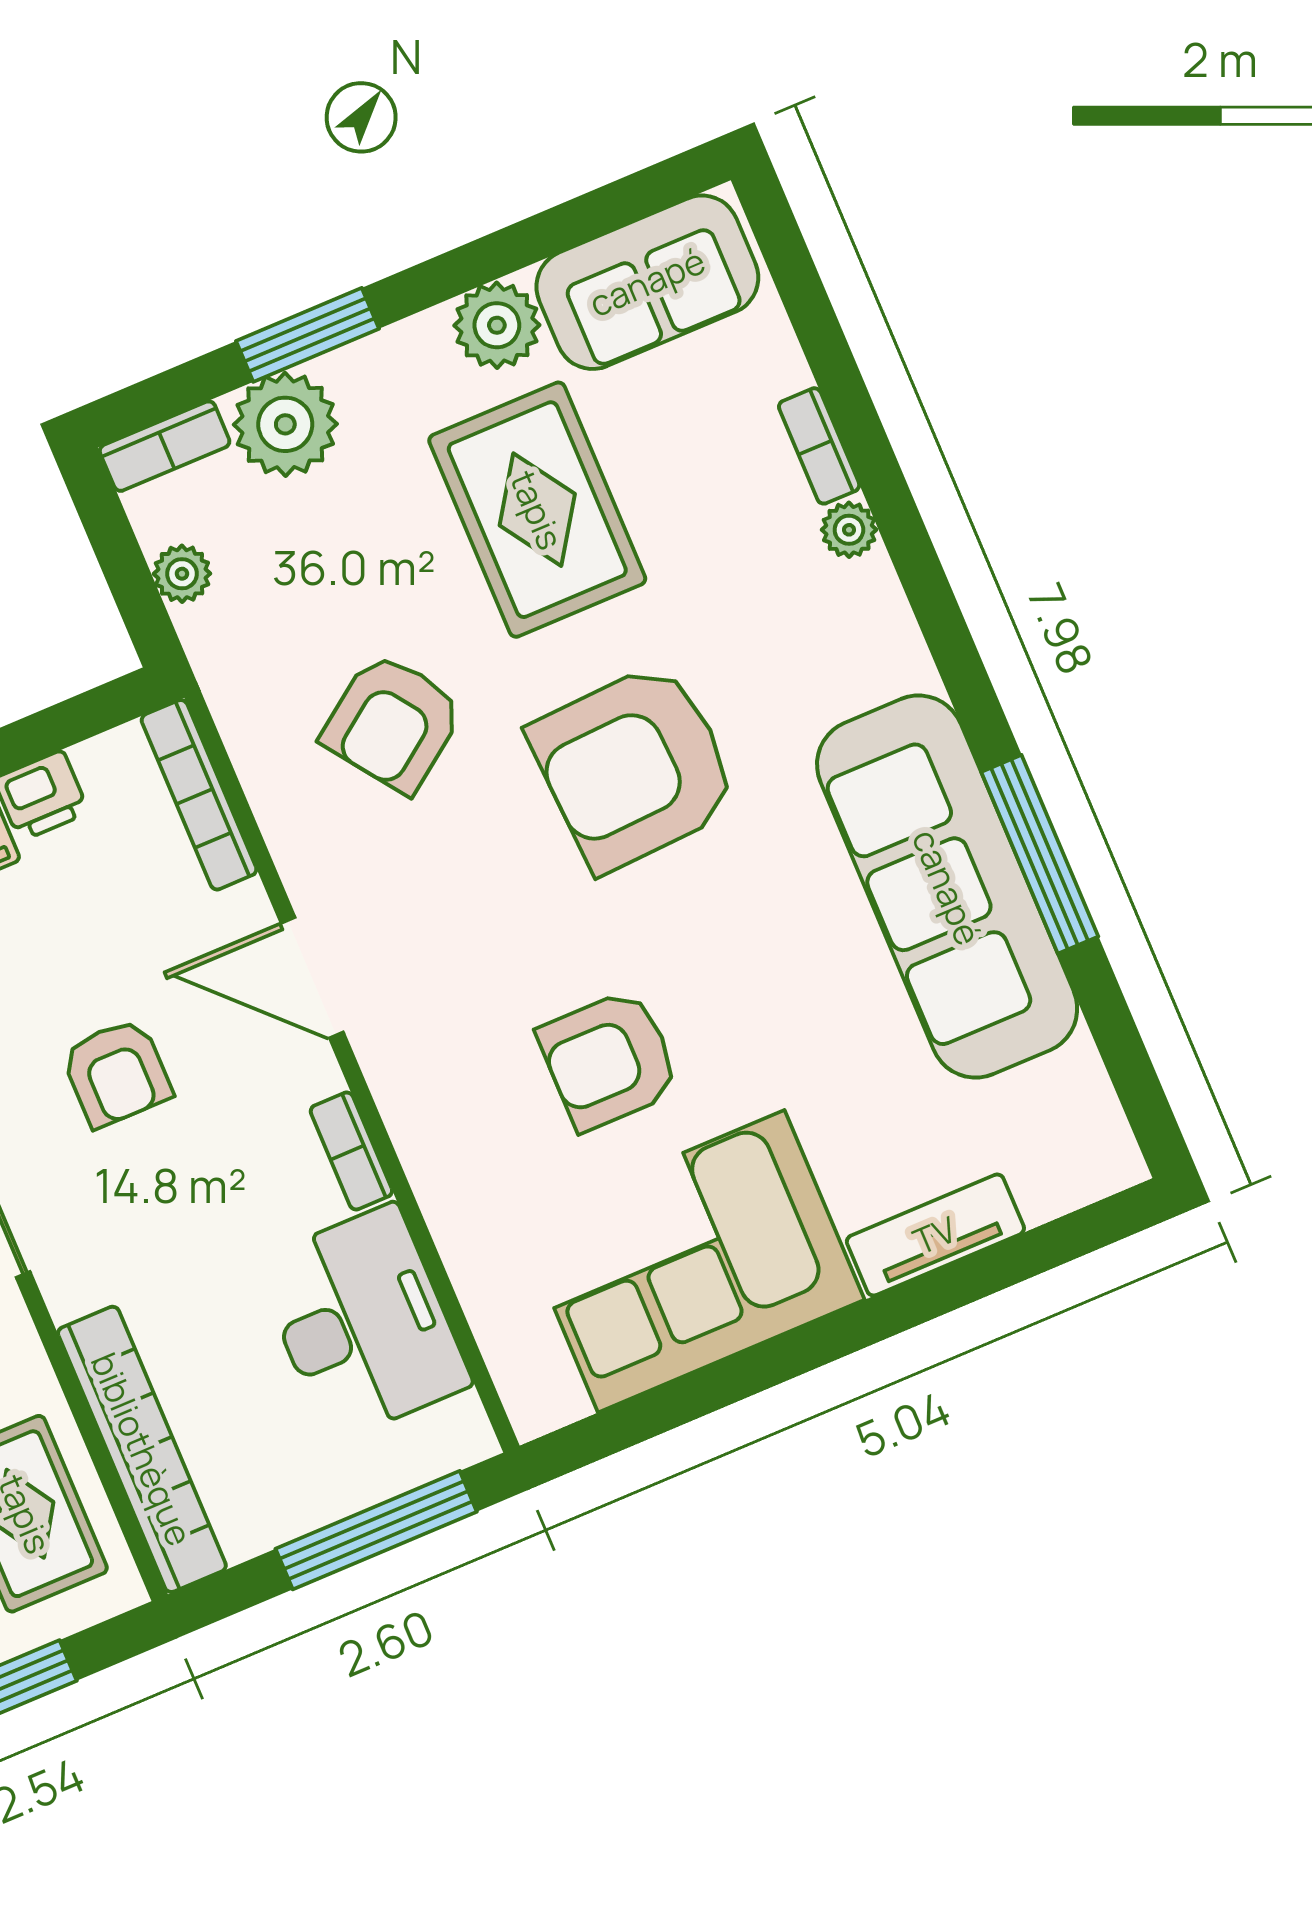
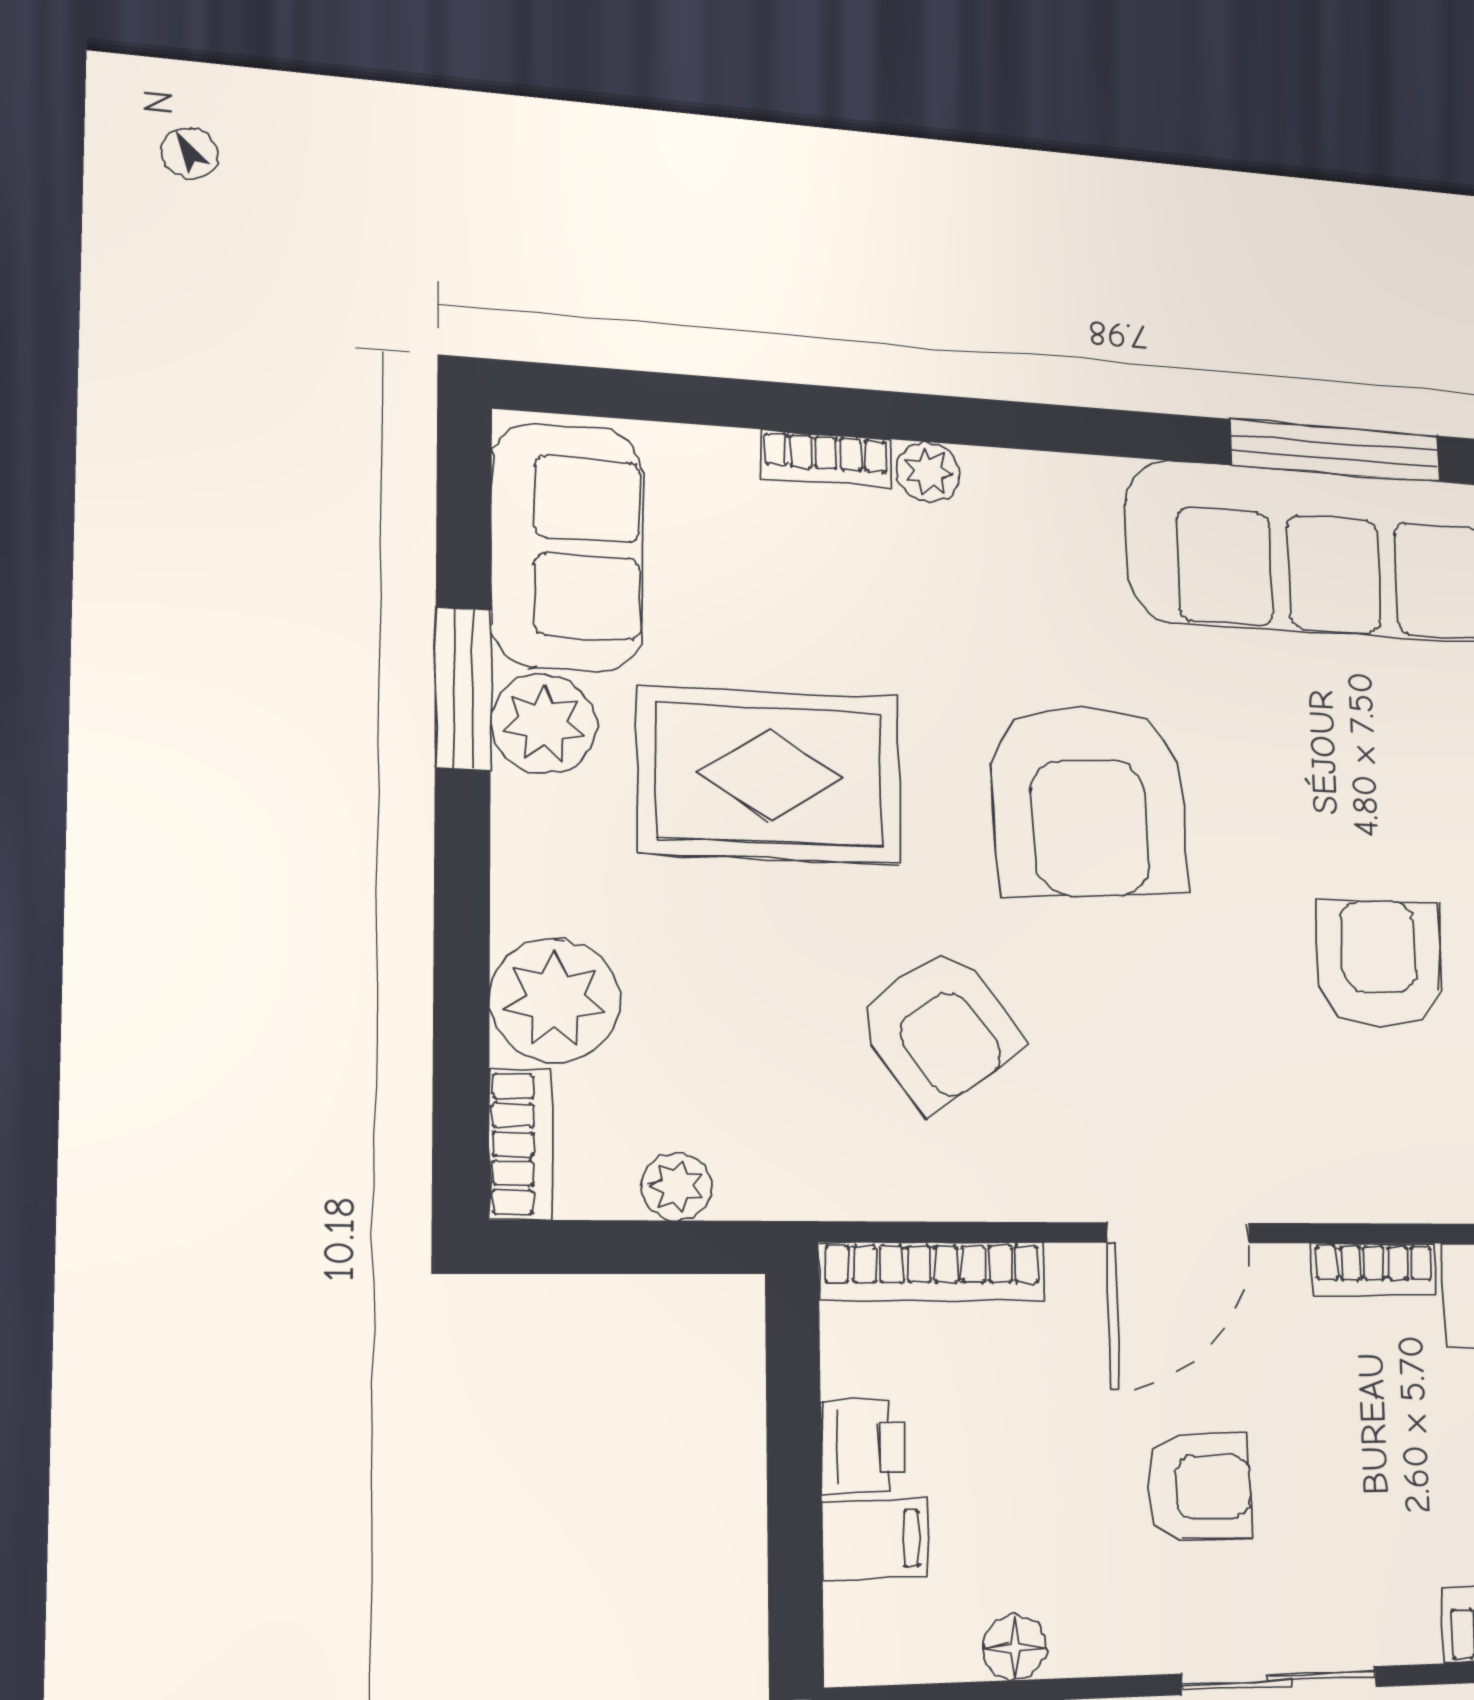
window: (307, 335) -> (463, 689), moved
armchair: (609, 1060) -> (1379, 964), turned 180

